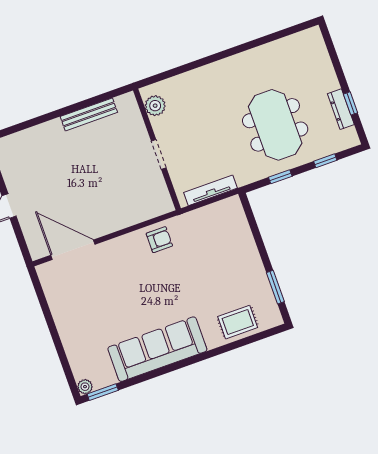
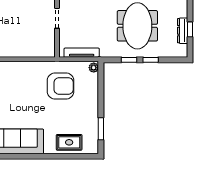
window: (325, 161) -> (151, 60), moved
plant: (235, 205) -> (94, 68), added
armchair: (159, 240) -> (61, 86), moved, width x1.88, depth x1.88

